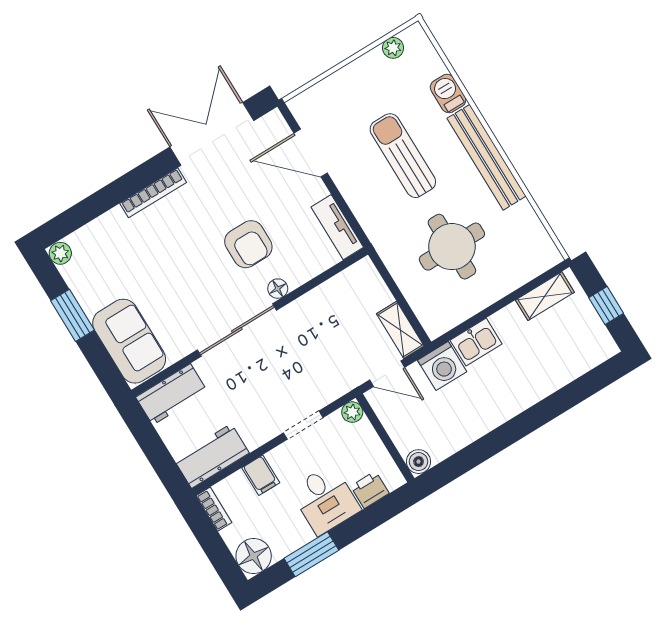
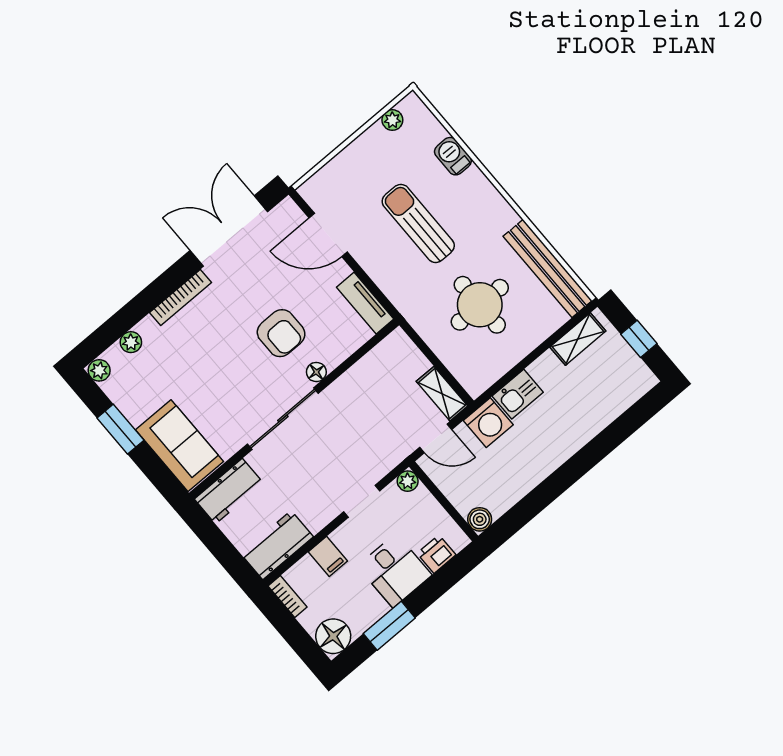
bench: (487, 157) -> (548, 268), moved
plant: (96, 230) -> (131, 342), added

